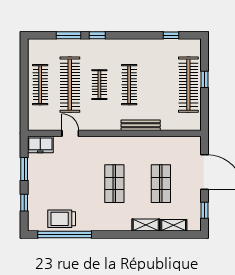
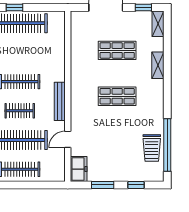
bench: (141, 125) -> (60, 101), moved
shelving: (174, 225) -> (158, 24), moved

